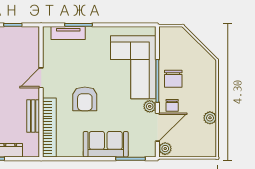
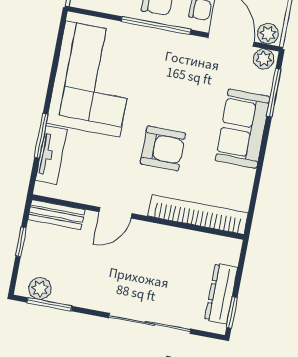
corner sofa: (133, 67) -> (93, 79), moved, turned -90
door: (41, 78) -> (115, 213), hinge flipped
plant: (150, 106) -> (264, 59), moved
bench: (33, 116) -> (56, 215), moved

